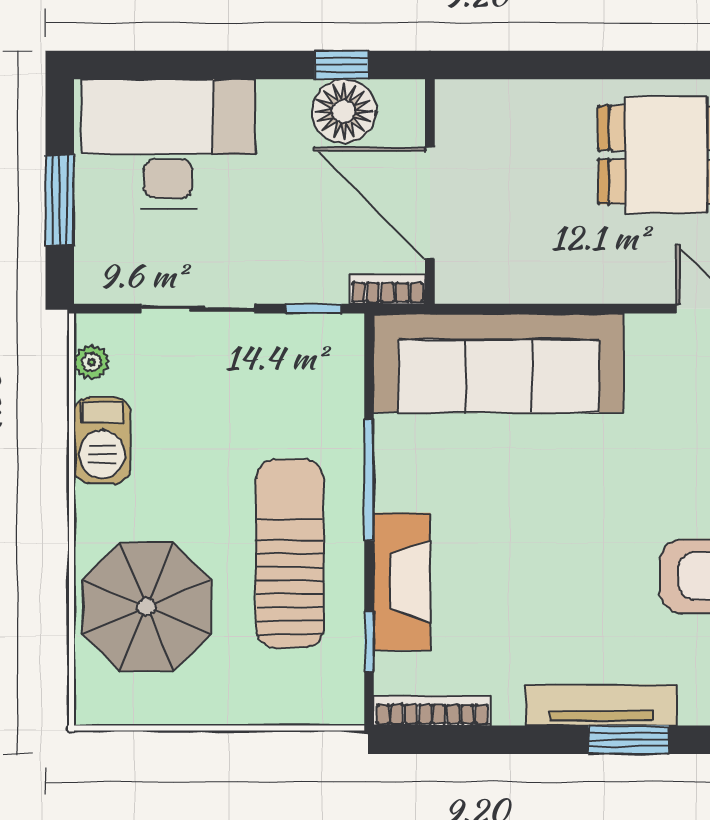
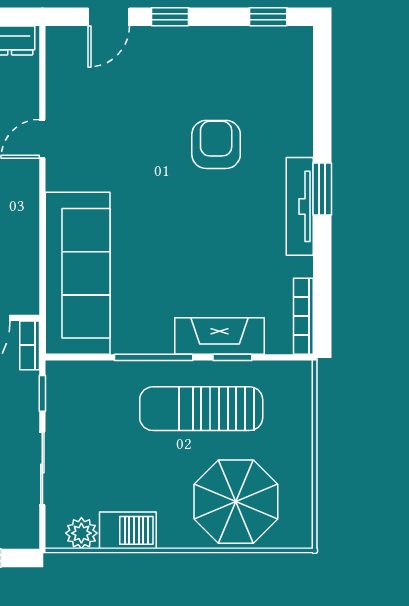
plant: (91, 362) -> (81, 533), width x1.38, depth x1.38
window: (369, 641) -> (232, 357), moved

